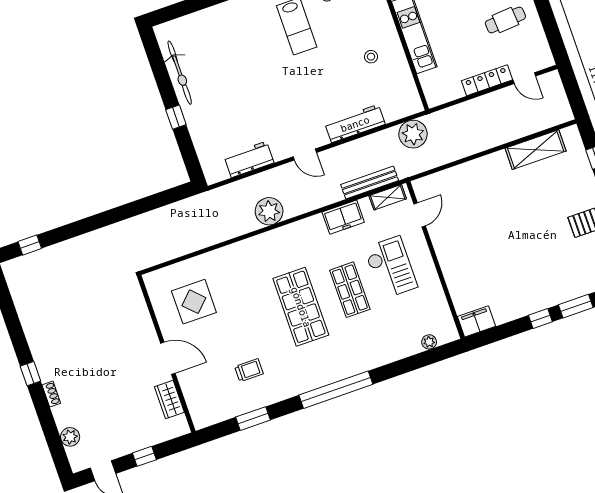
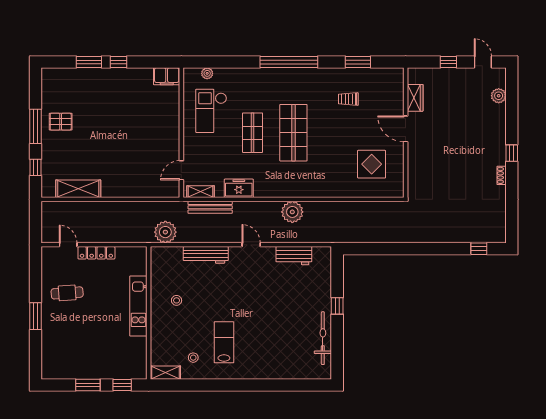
checkout: (391, 268) -> (211, 111), moved
shoe rack: (51, 394) -> (502, 175), moved

